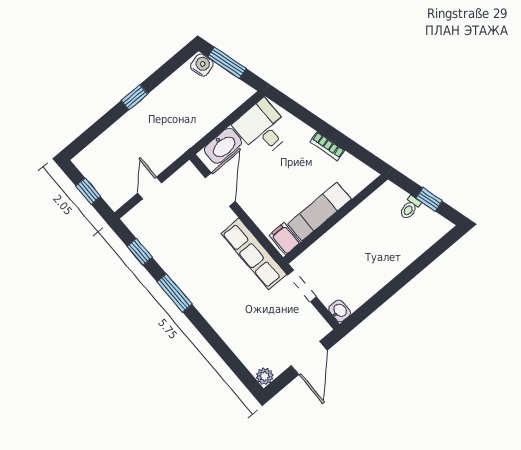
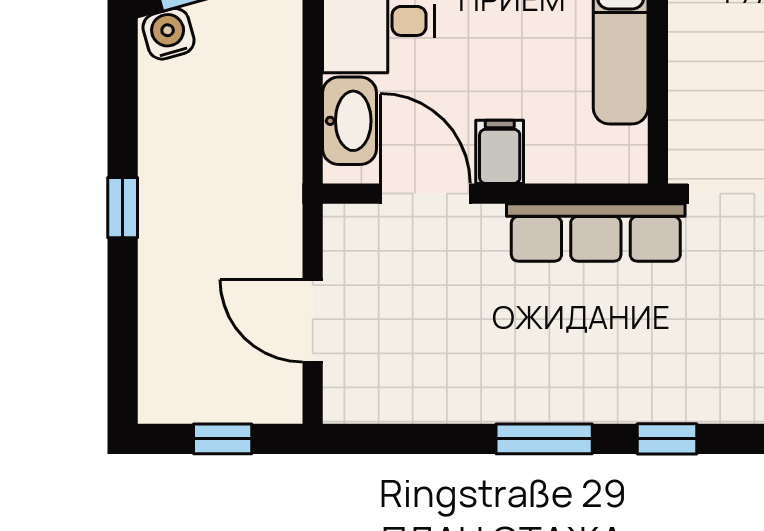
door: (150, 188) -> (313, 321), width x1.38
filing cabinet: (285, 239) -> (500, 152), moved, turned 90
window: (140, 252) -> (667, 439), moved

